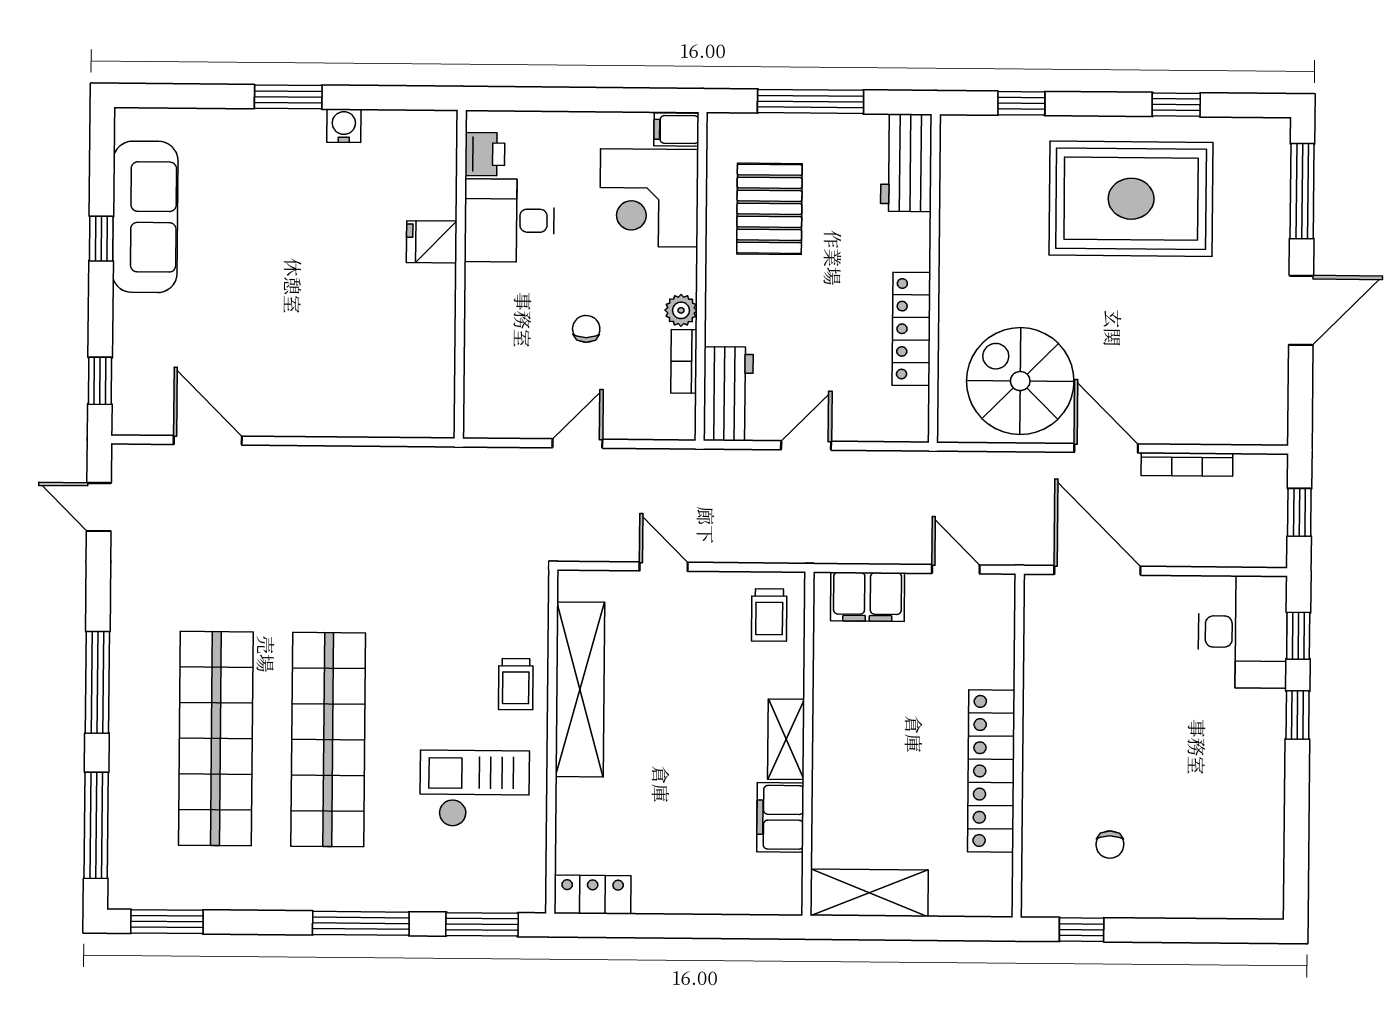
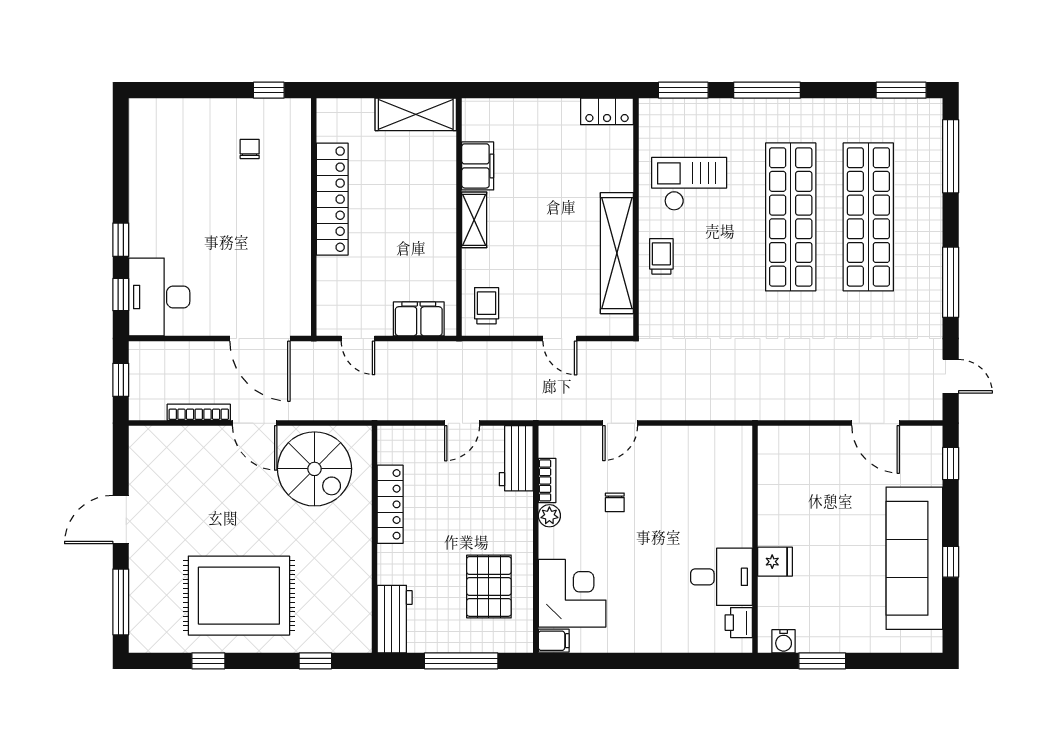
printer: (485, 154) -> (739, 623), moved
sofa: (145, 217) -> (914, 558), width x1.36, depth x1.27
desk: (509, 221) -> (721, 577), moved
fridge: (432, 242) -> (775, 562), moved
wall: (460, 274) -> (755, 539), moved
window: (97, 682) -> (951, 282), moved
checkout: (475, 789) -> (689, 184), turned 180

